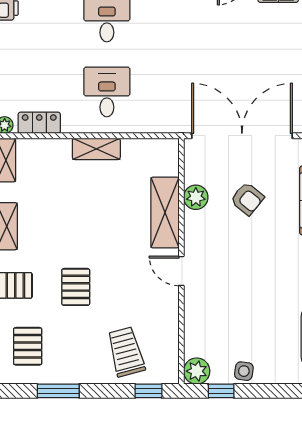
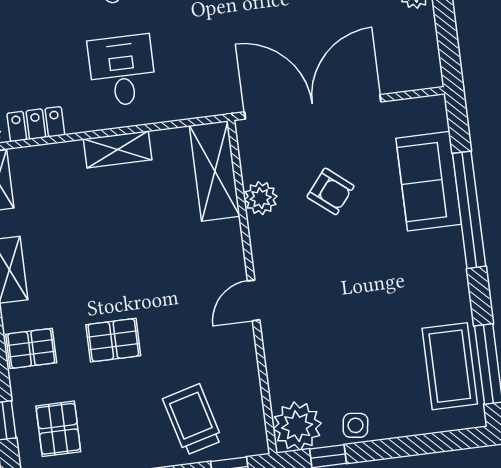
shelving: (165, 213) -> (215, 171), moved
door: (181, 271) -> (254, 300), hinge flipped
pallet: (76, 287) -> (113, 340), turned 90
plant: (197, 371) -> (297, 426), width x1.36, depth x1.36

